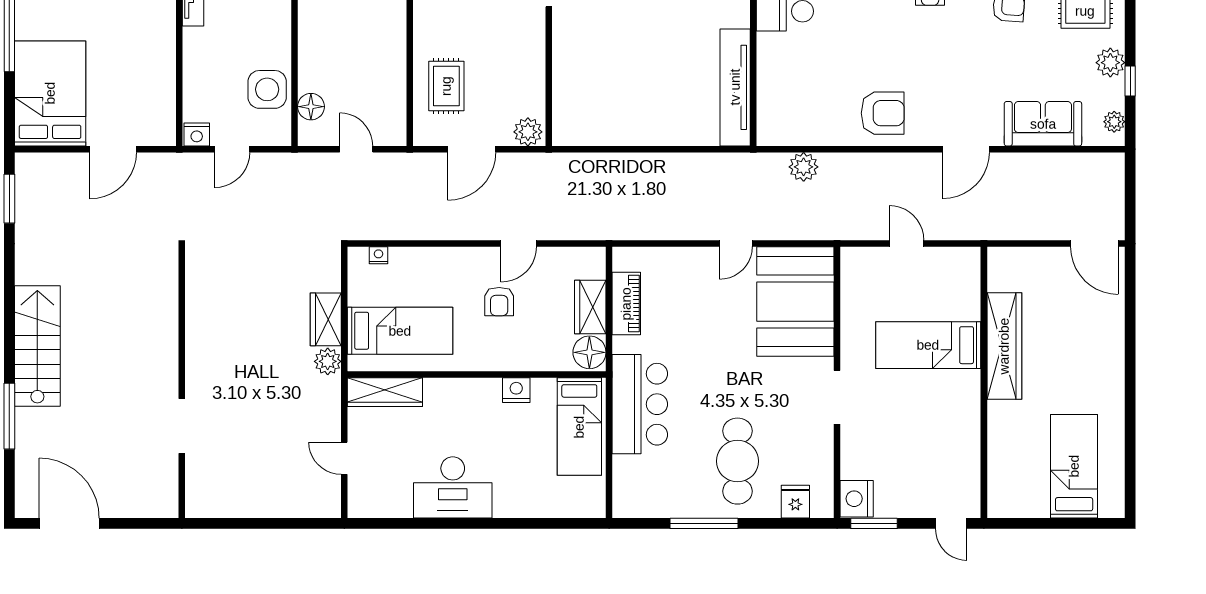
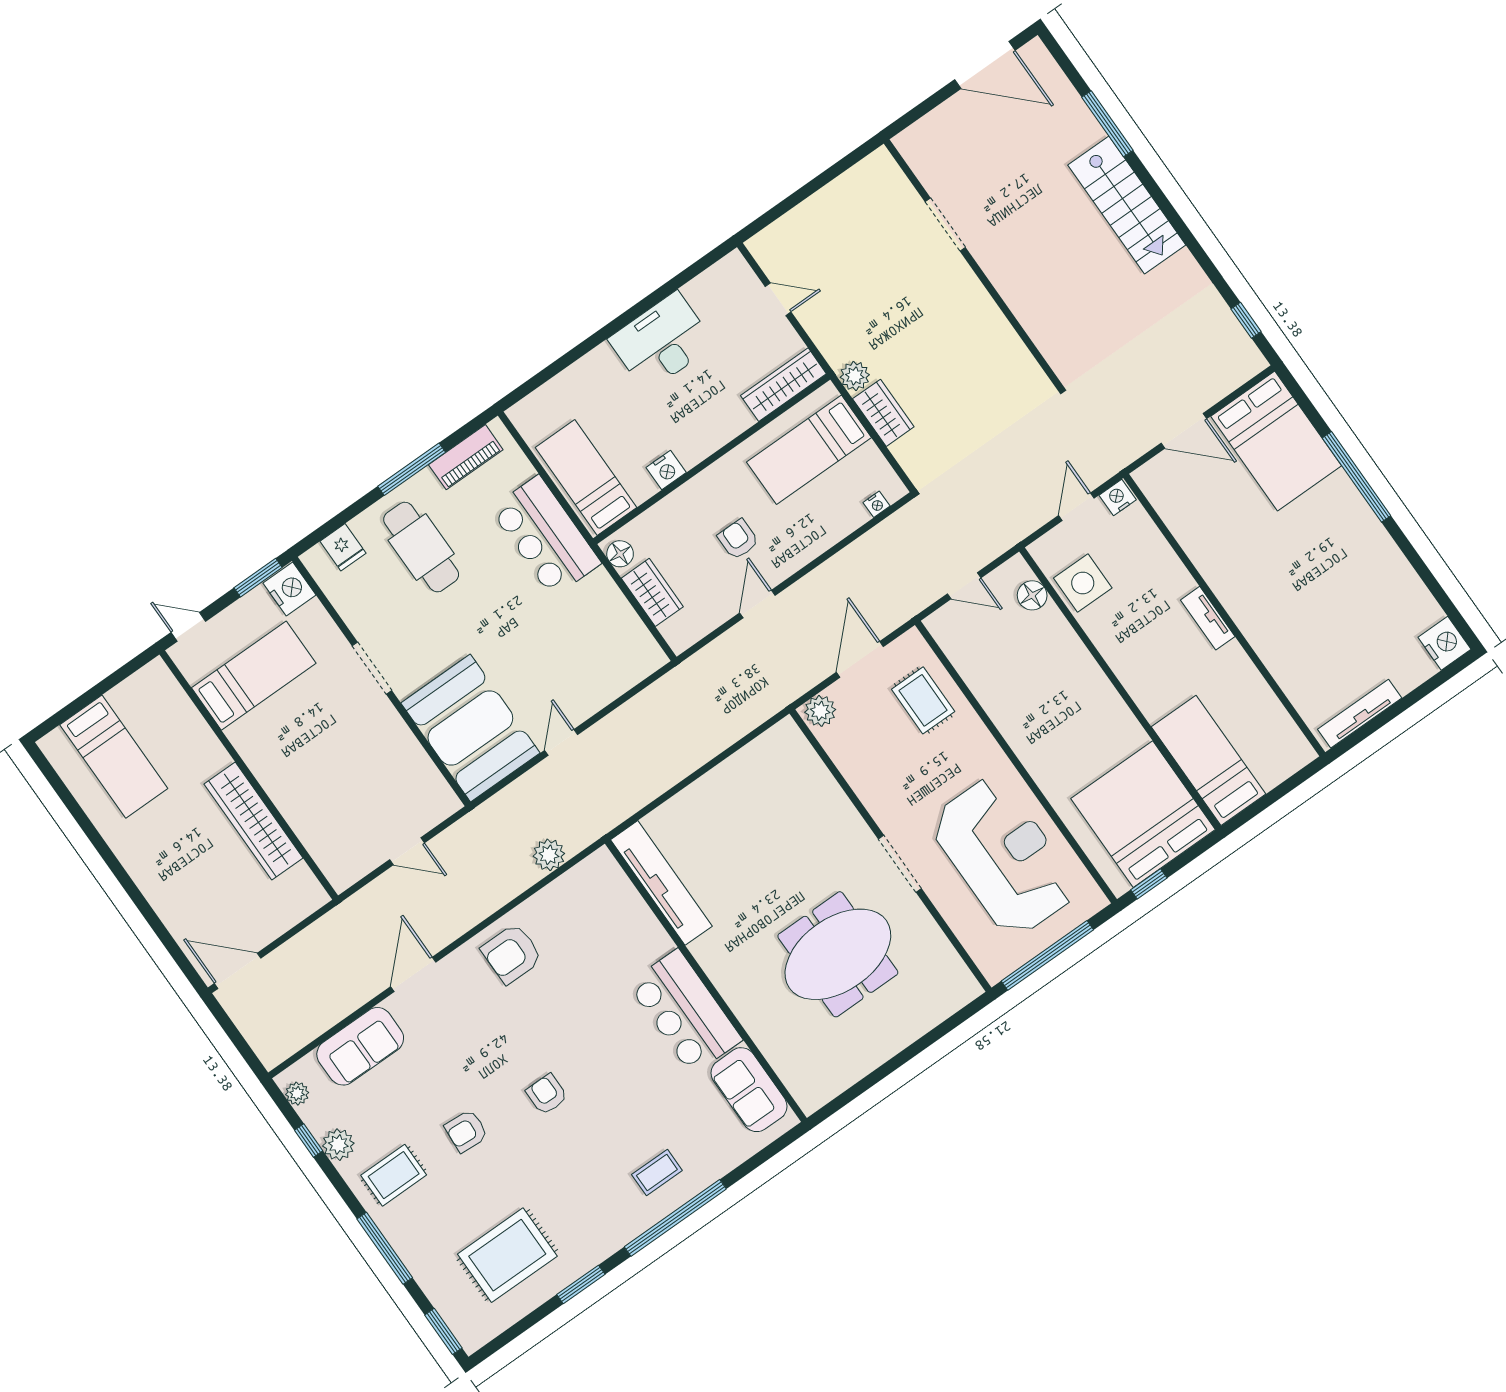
door: (113, 149) -> (1184, 431), swing flipped
window: (9, 199) -> (1246, 320), width x0.67
piano: (626, 304) -> (466, 457), moved, turned -90
bed: (928, 345) -> (254, 676), moved
floor lamp: (589, 352) -> (620, 554), width x0.73, depth x0.73

